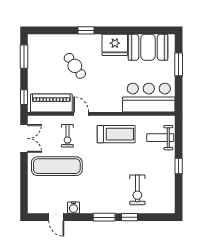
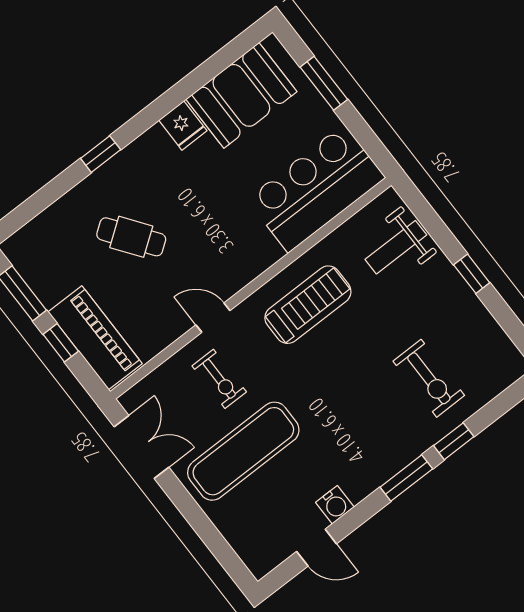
fridge: (115, 45) -> (183, 125), width x0.53, depth x0.75
window: (24, 97) -> (61, 343), moved
piano: (51, 103) -> (95, 338), moved, turned 90

